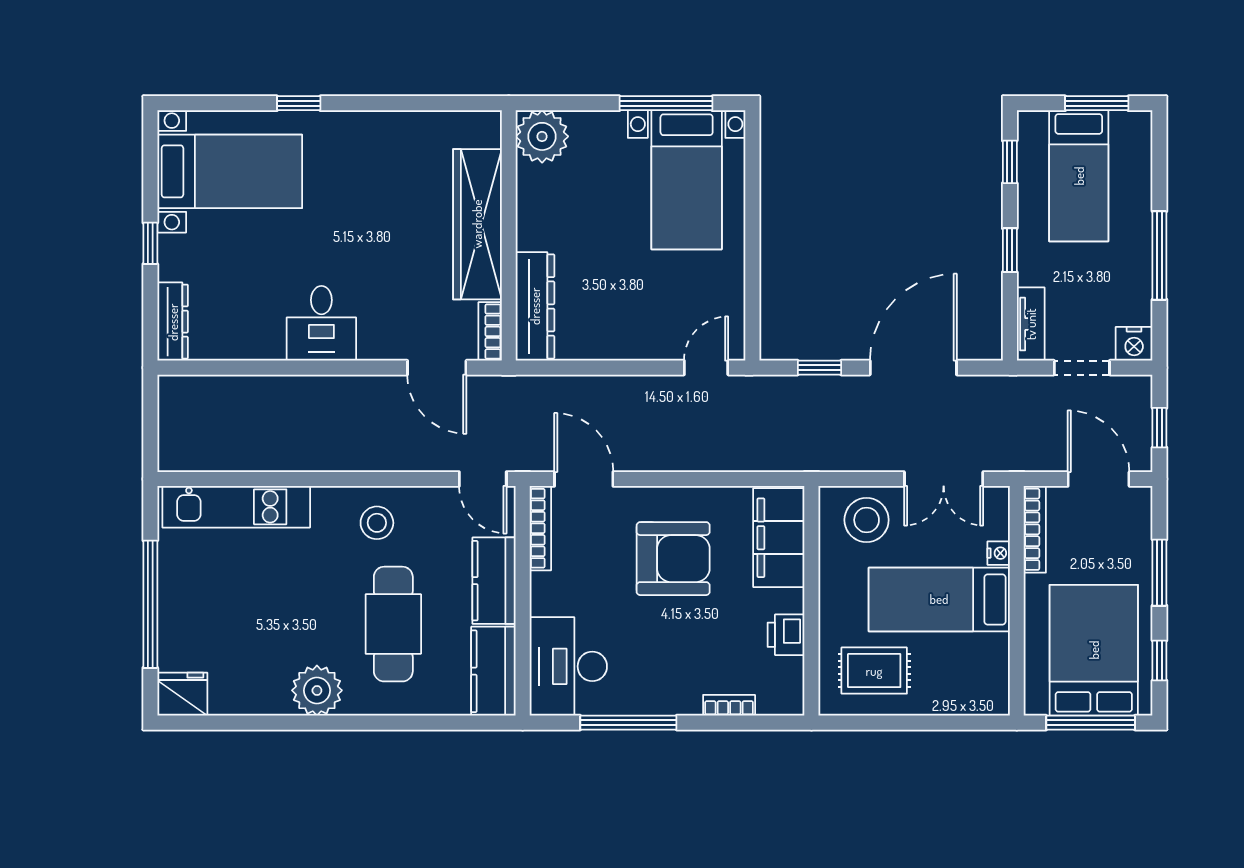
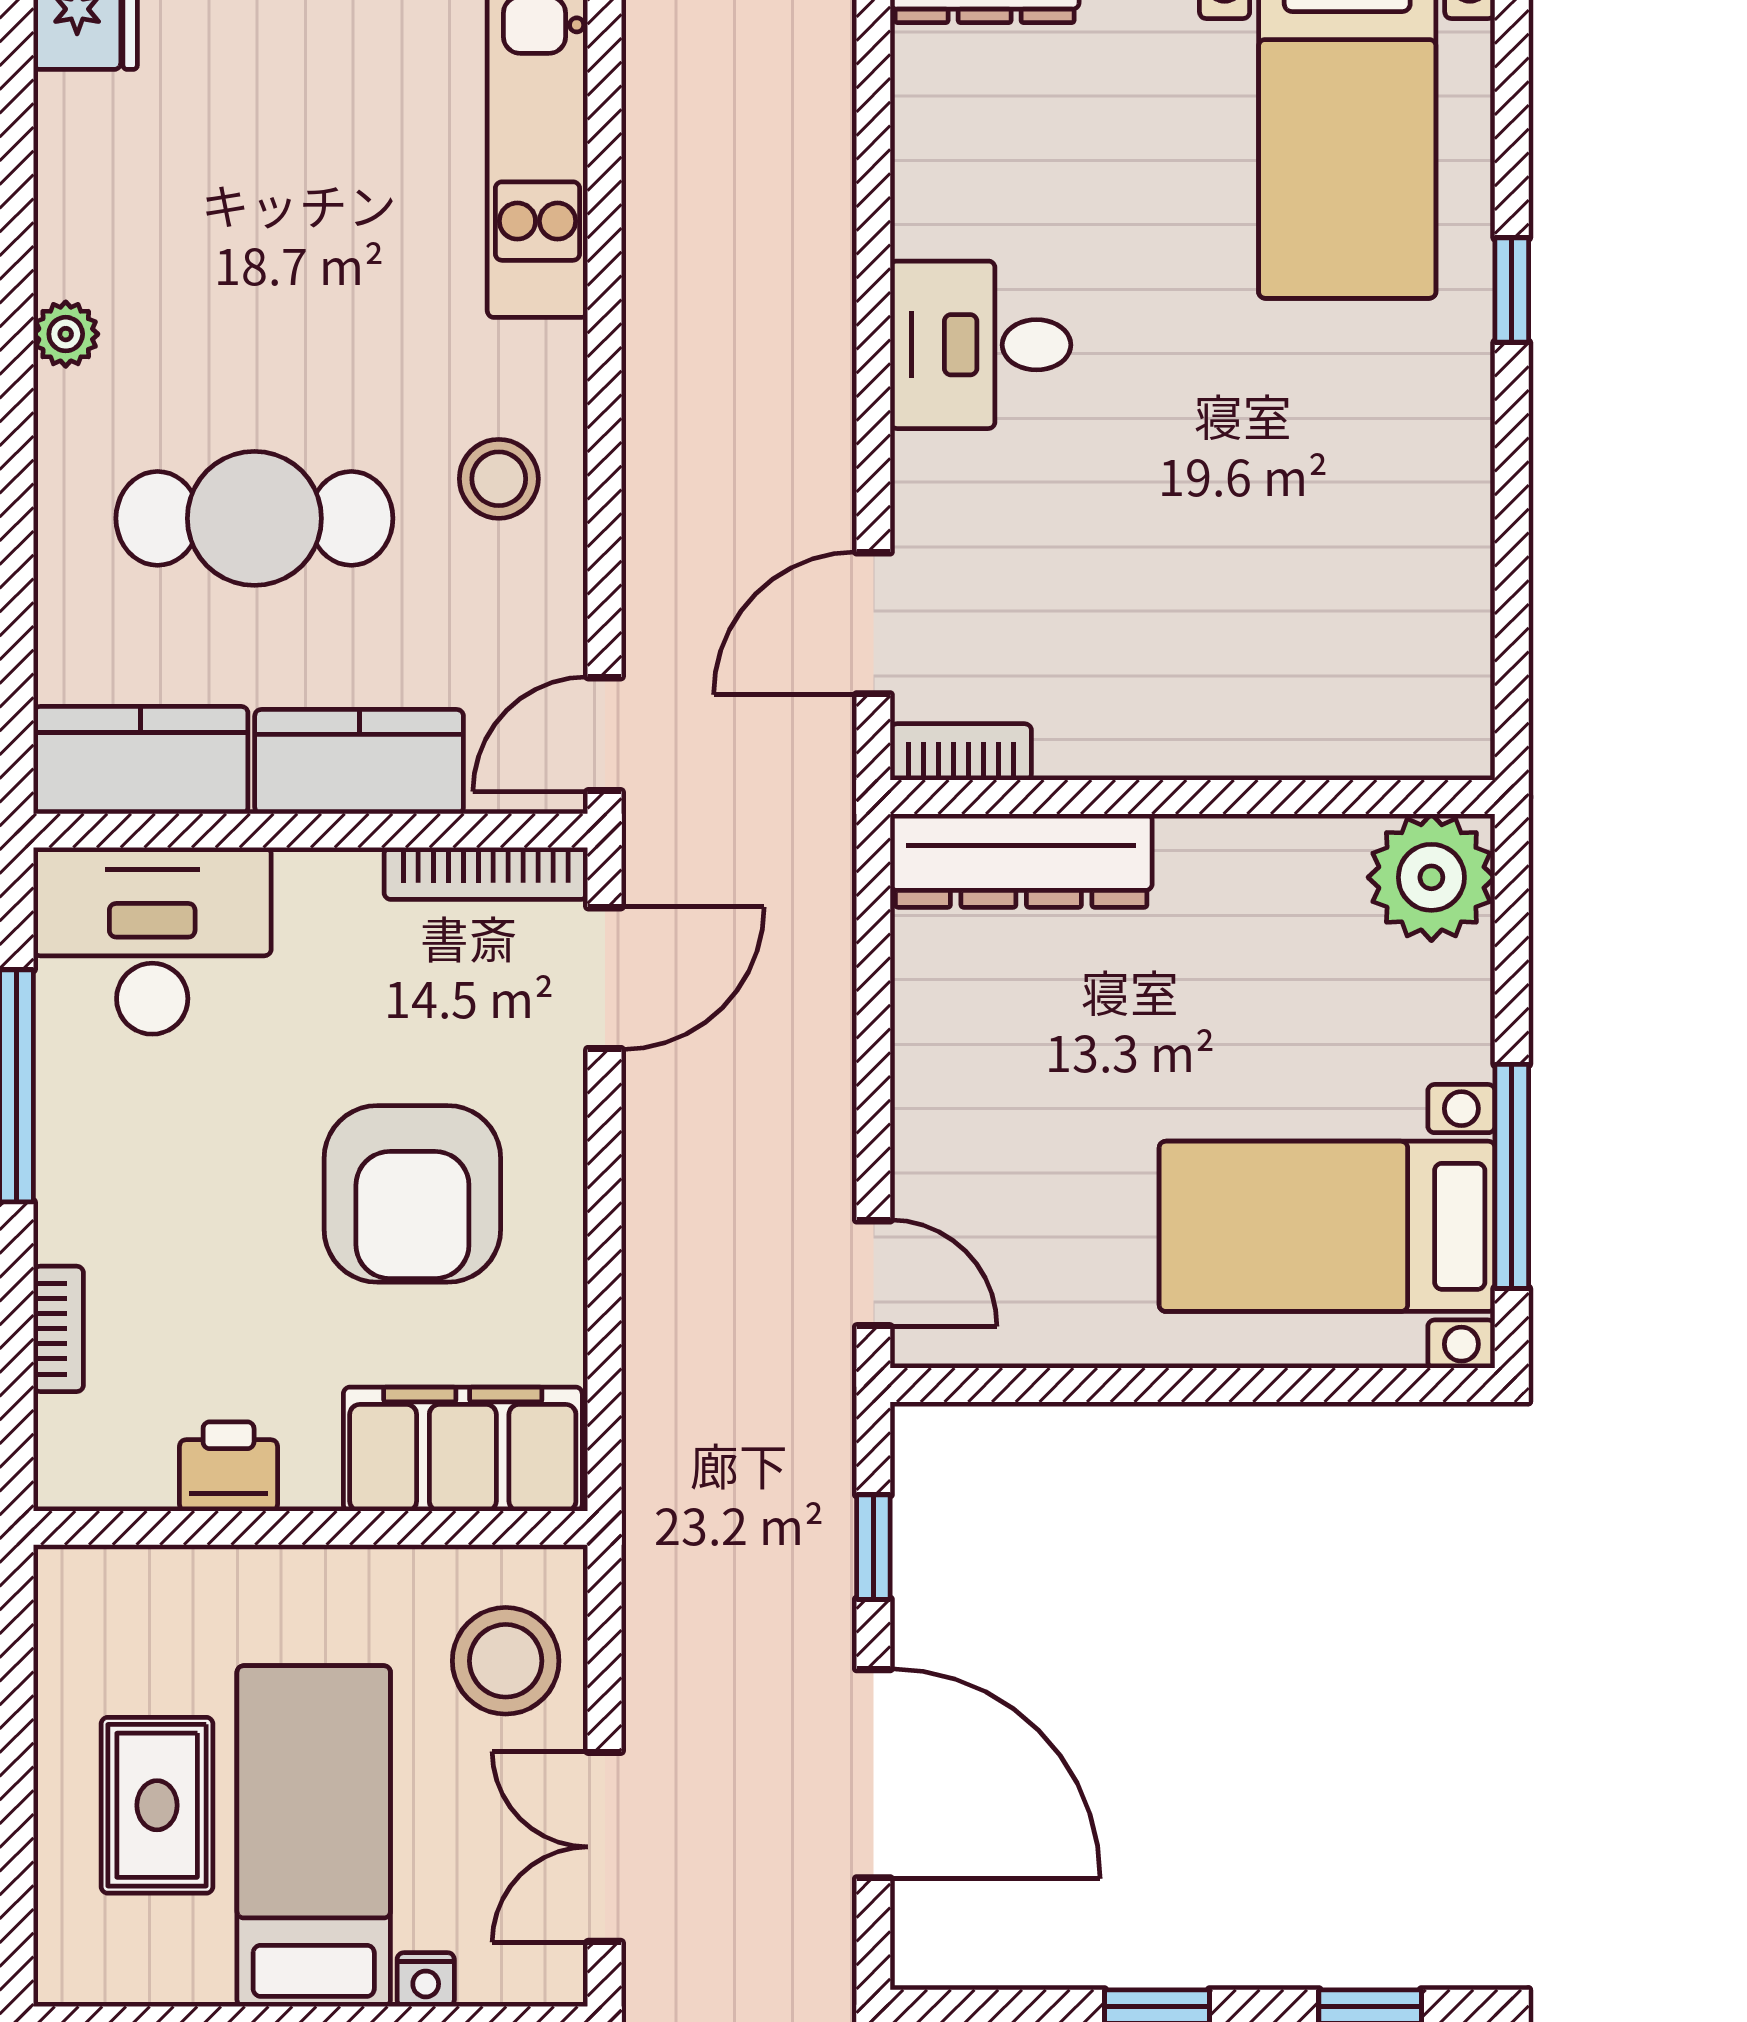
wardrobe: (477, 224) -> (1220, 721), removed
rug: (874, 671) -> (157, 1805), moved
plant: (317, 690) -> (66, 334), width x0.53, depth x0.53

